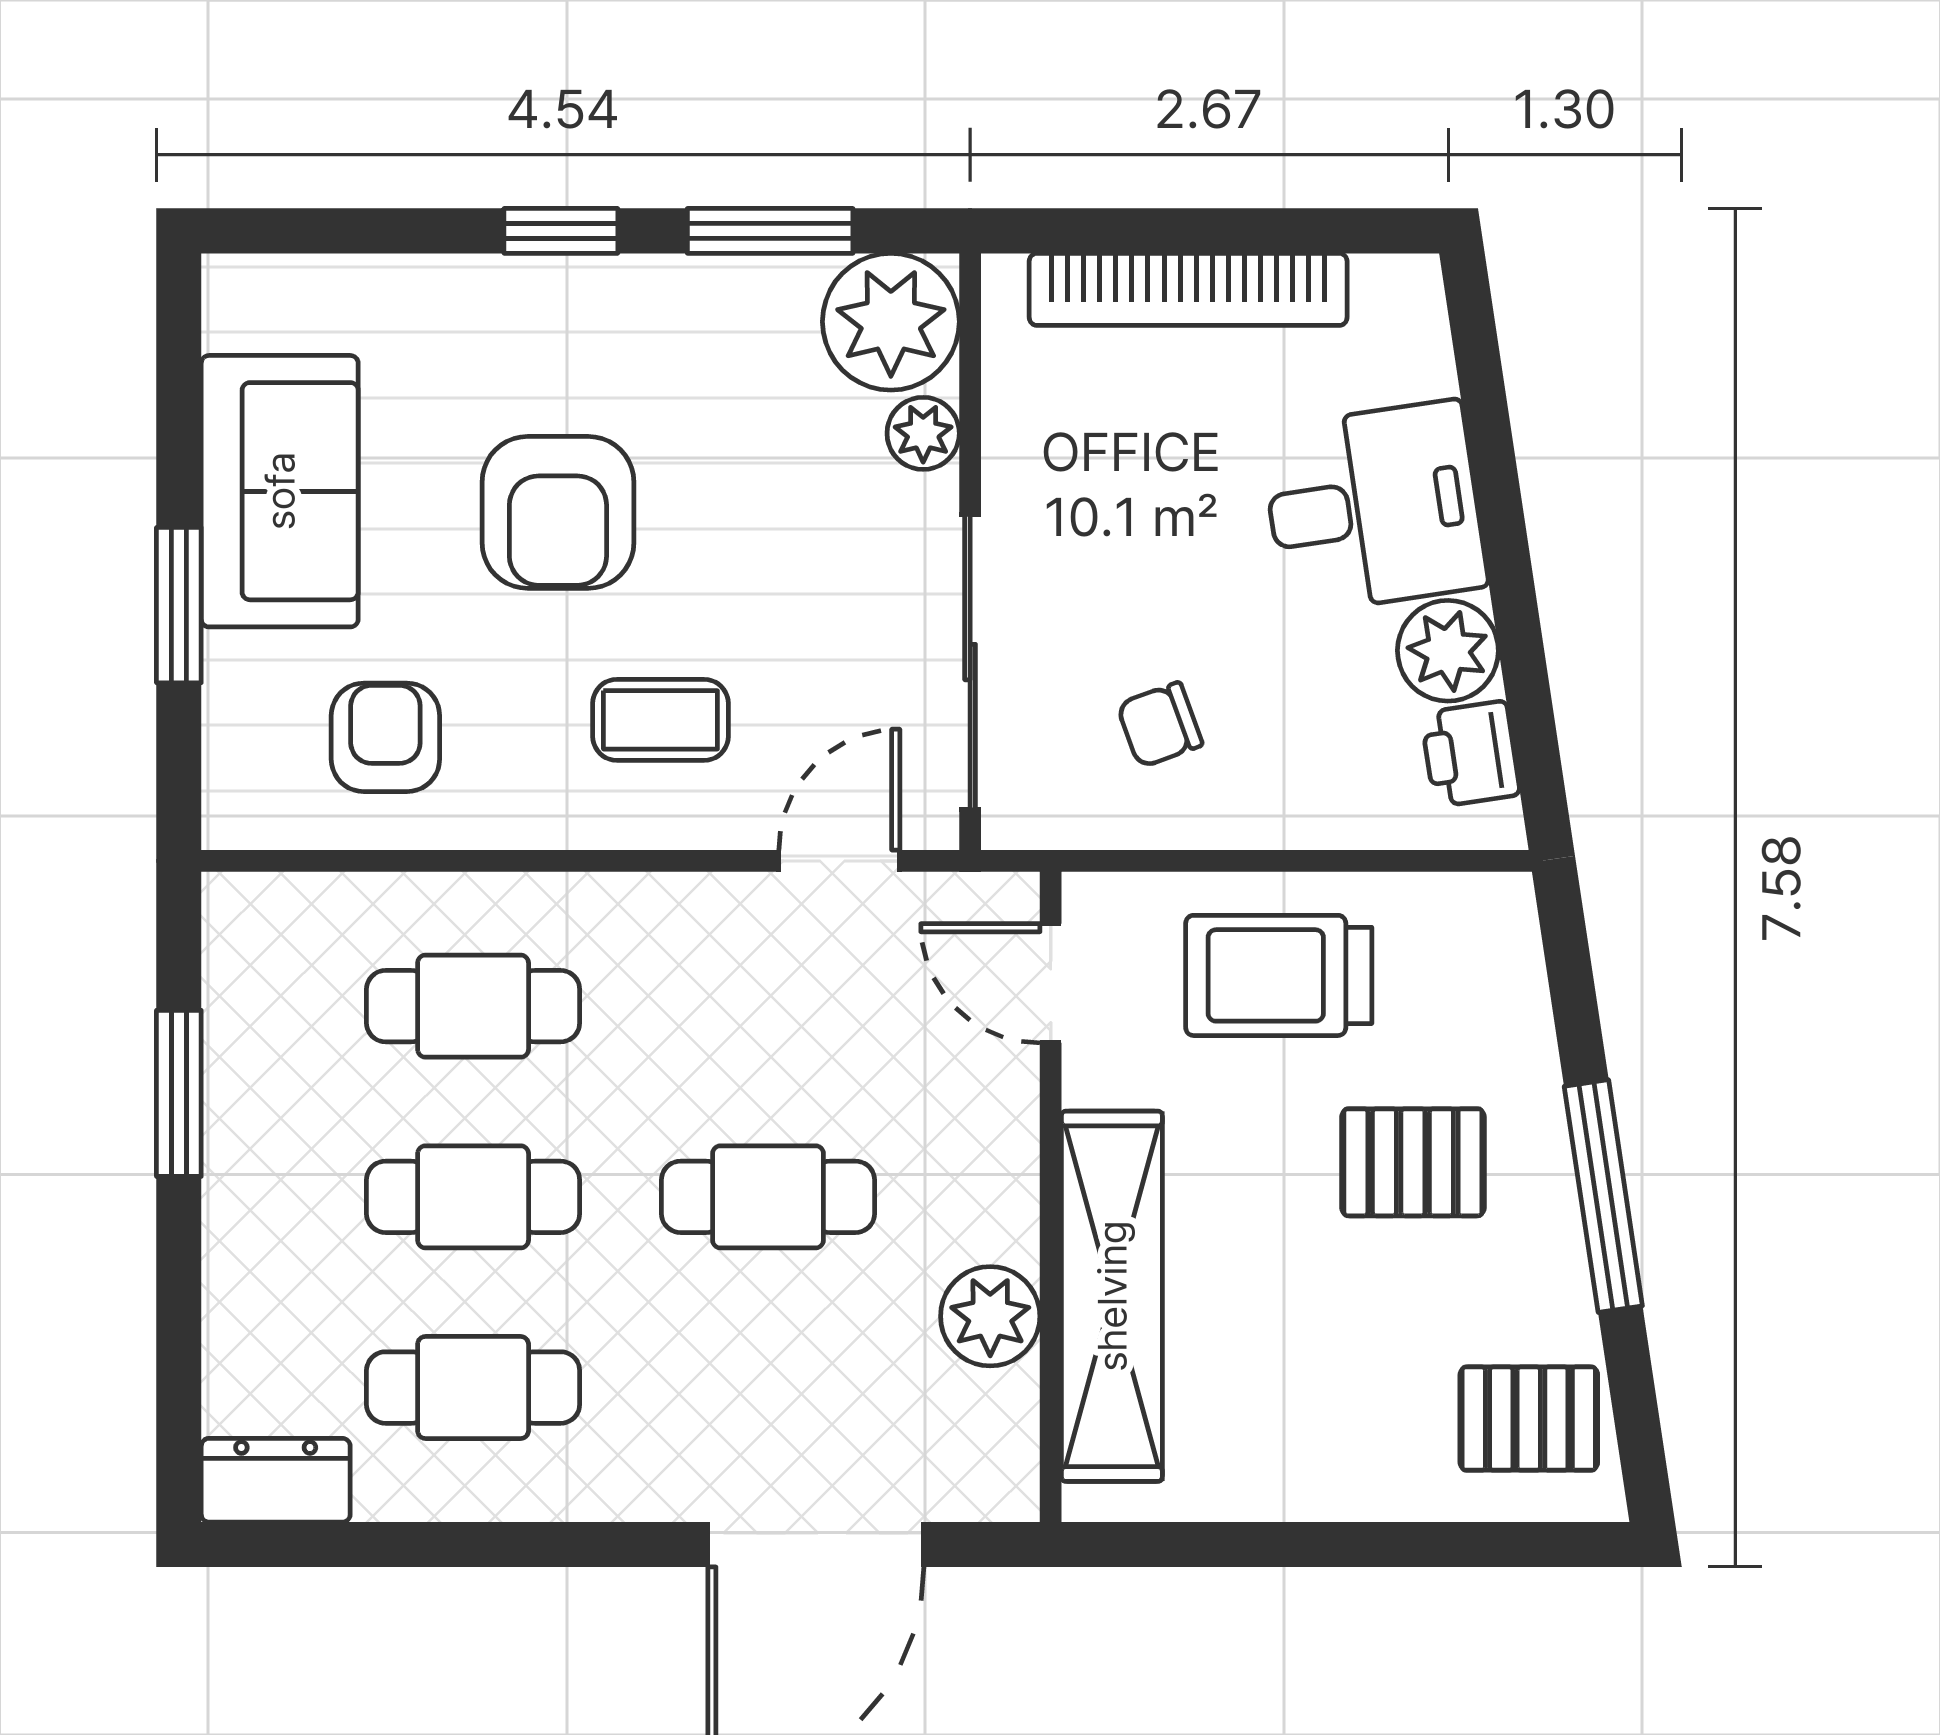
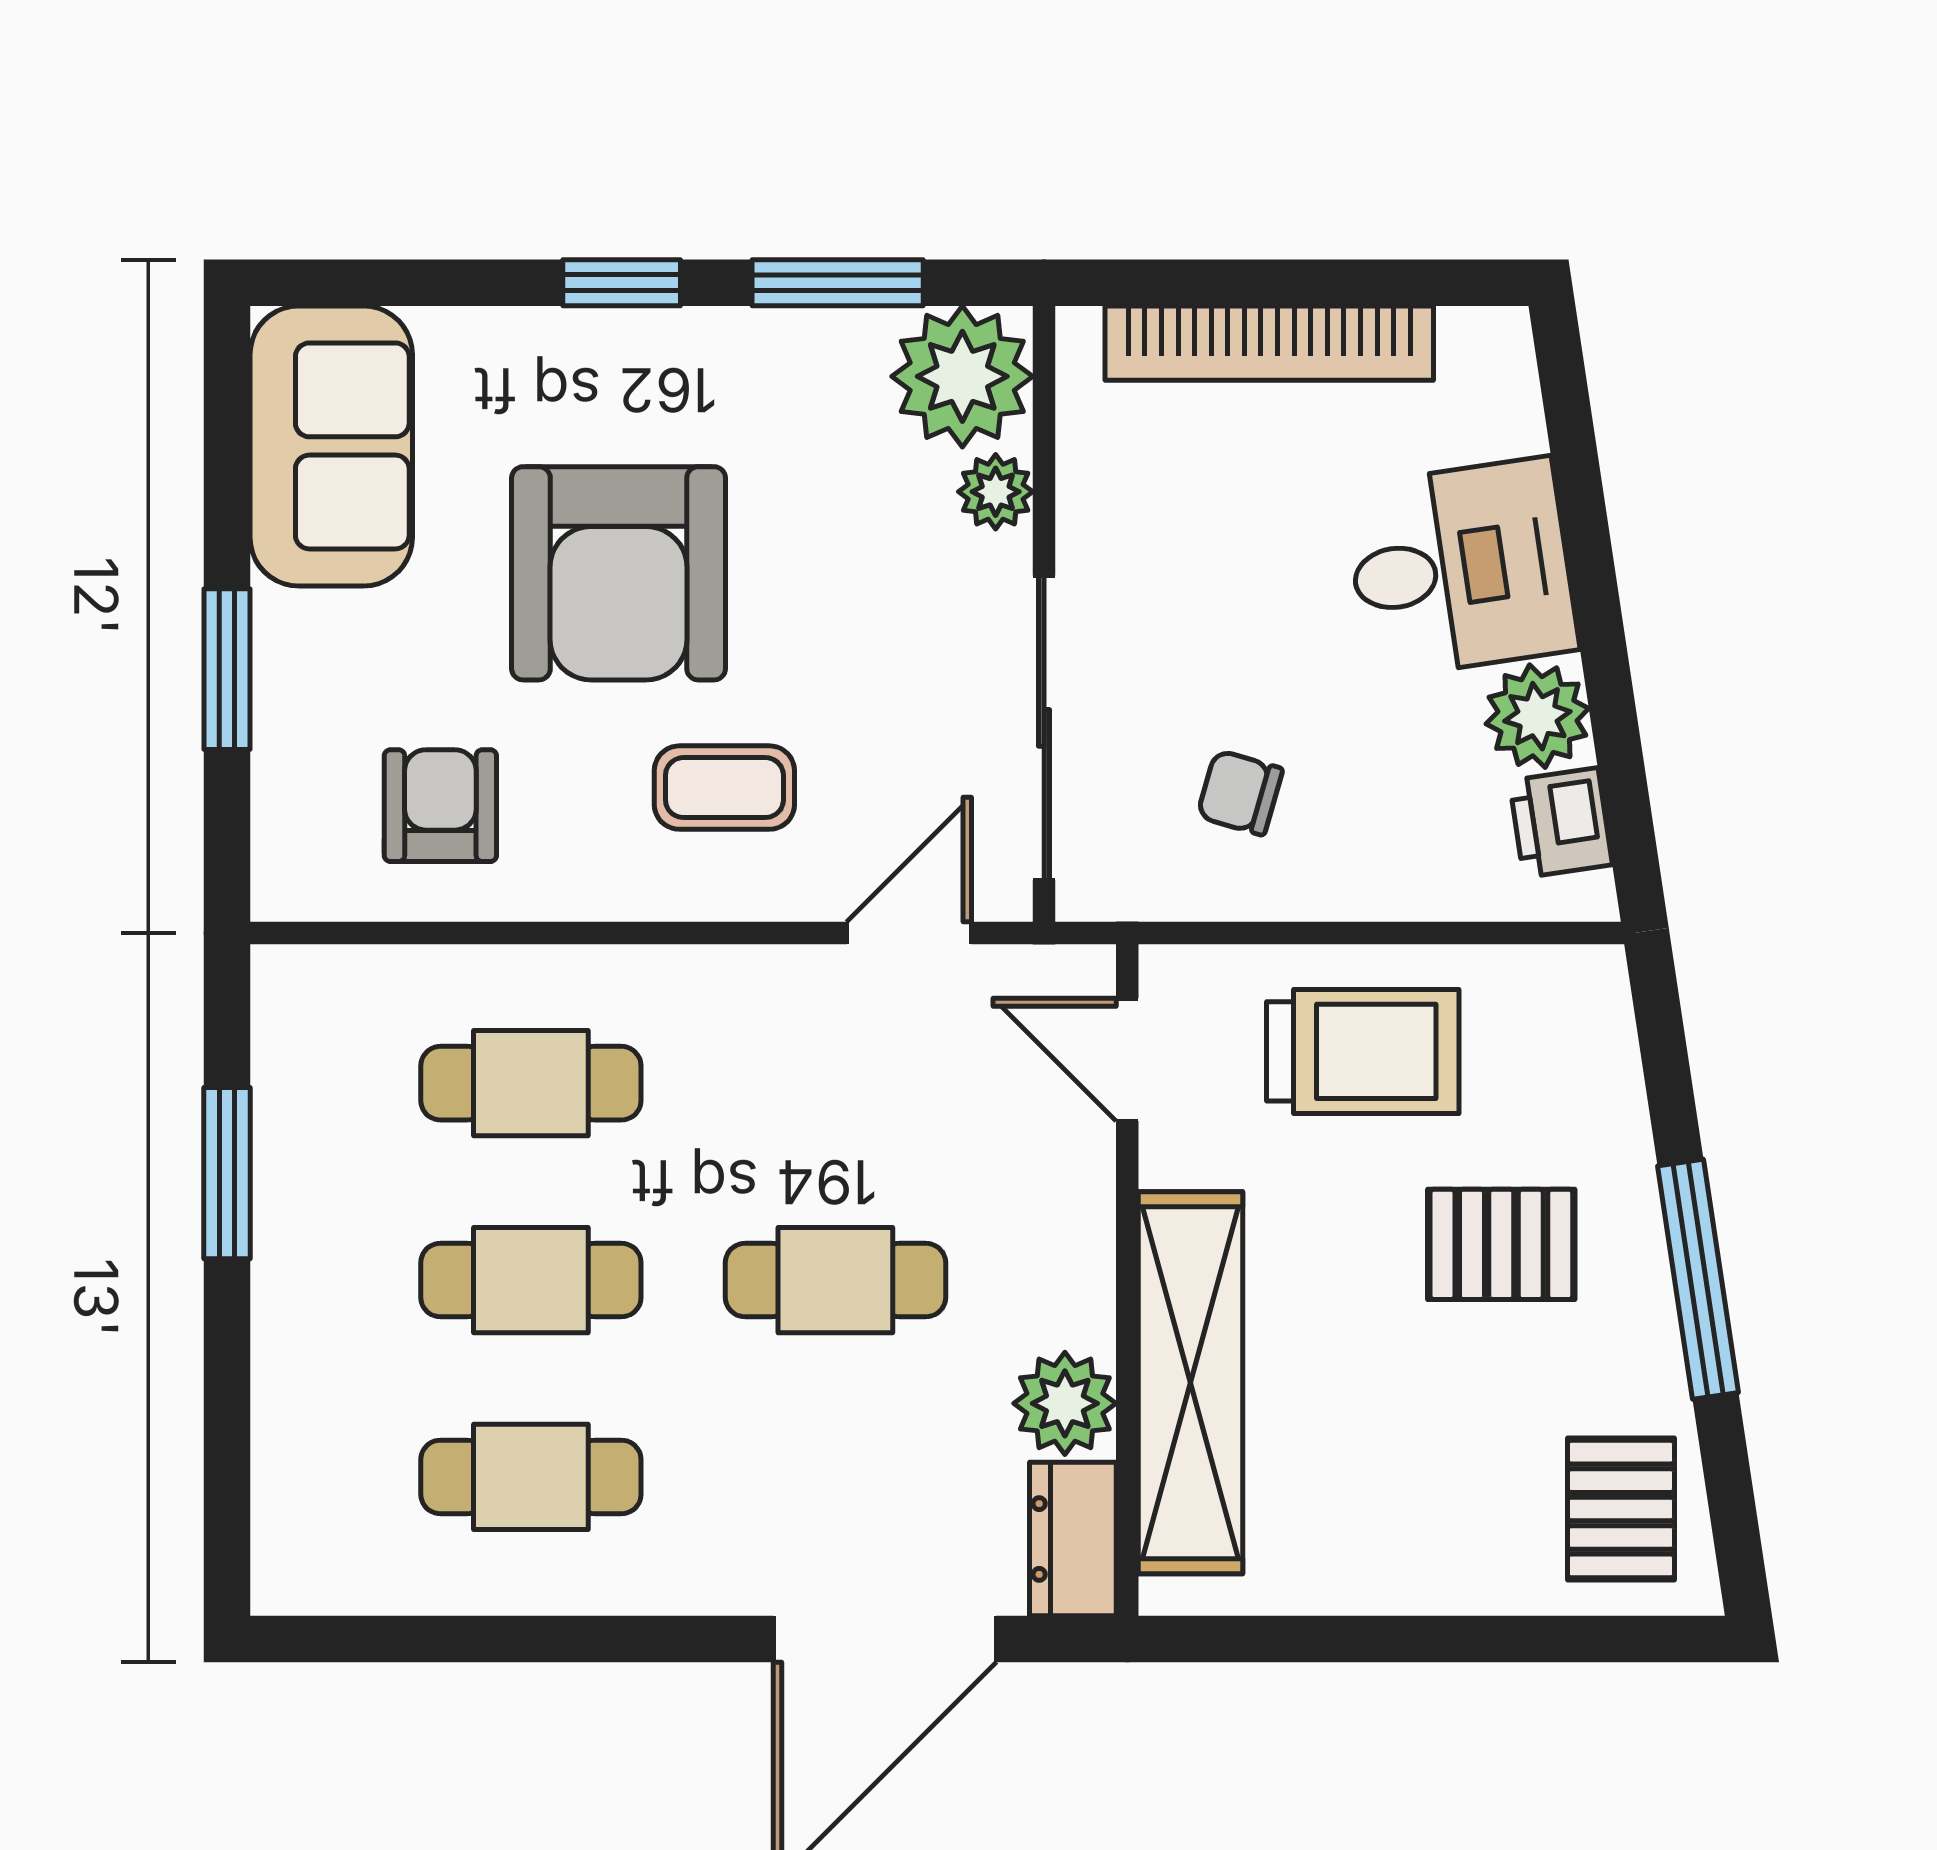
sofa: (280, 491) -> (331, 446), moved
armchair: (558, 512) -> (619, 573), width x1.36, depth x1.36
chair: (1160, 725) -> (1240, 793), turned 36
trolley: (1279, 975) -> (1363, 1051), turned 180
pallet: (1529, 1419) -> (1621, 1509), turned 90
dresser: (276, 1480) -> (1073, 1539), moved, turned -90

